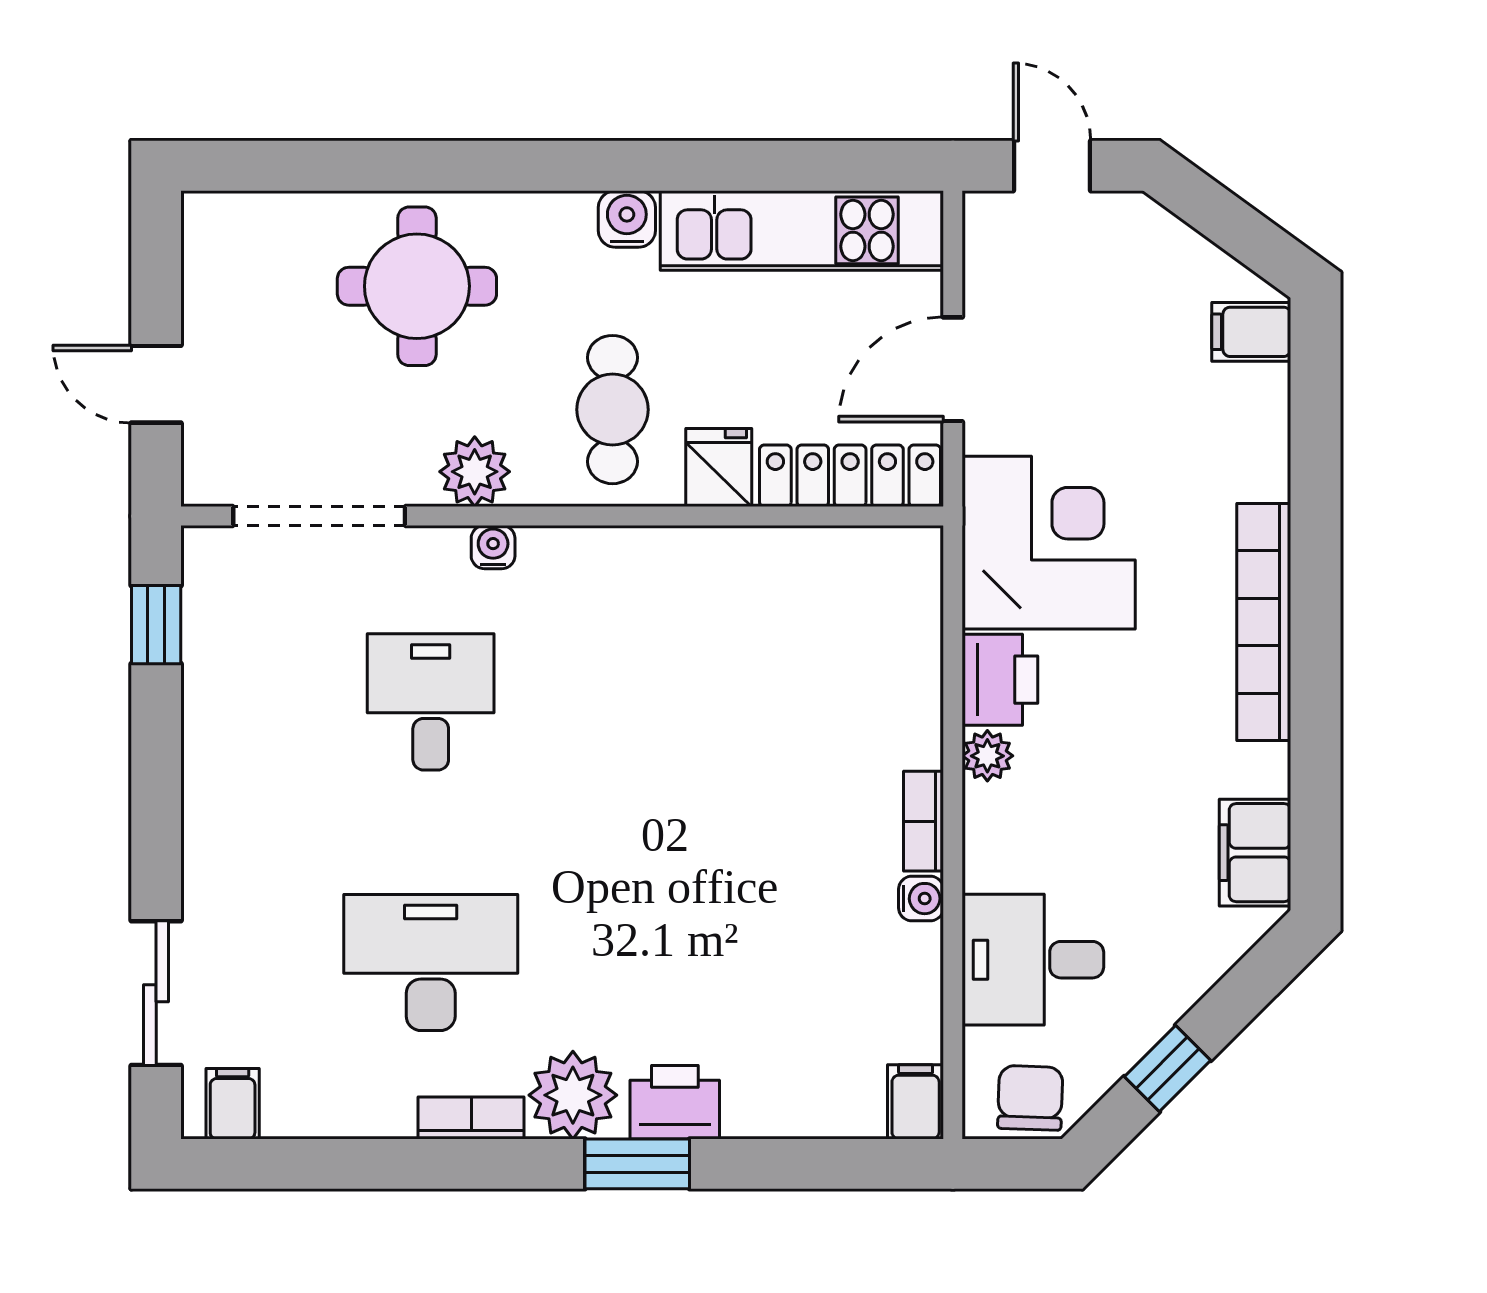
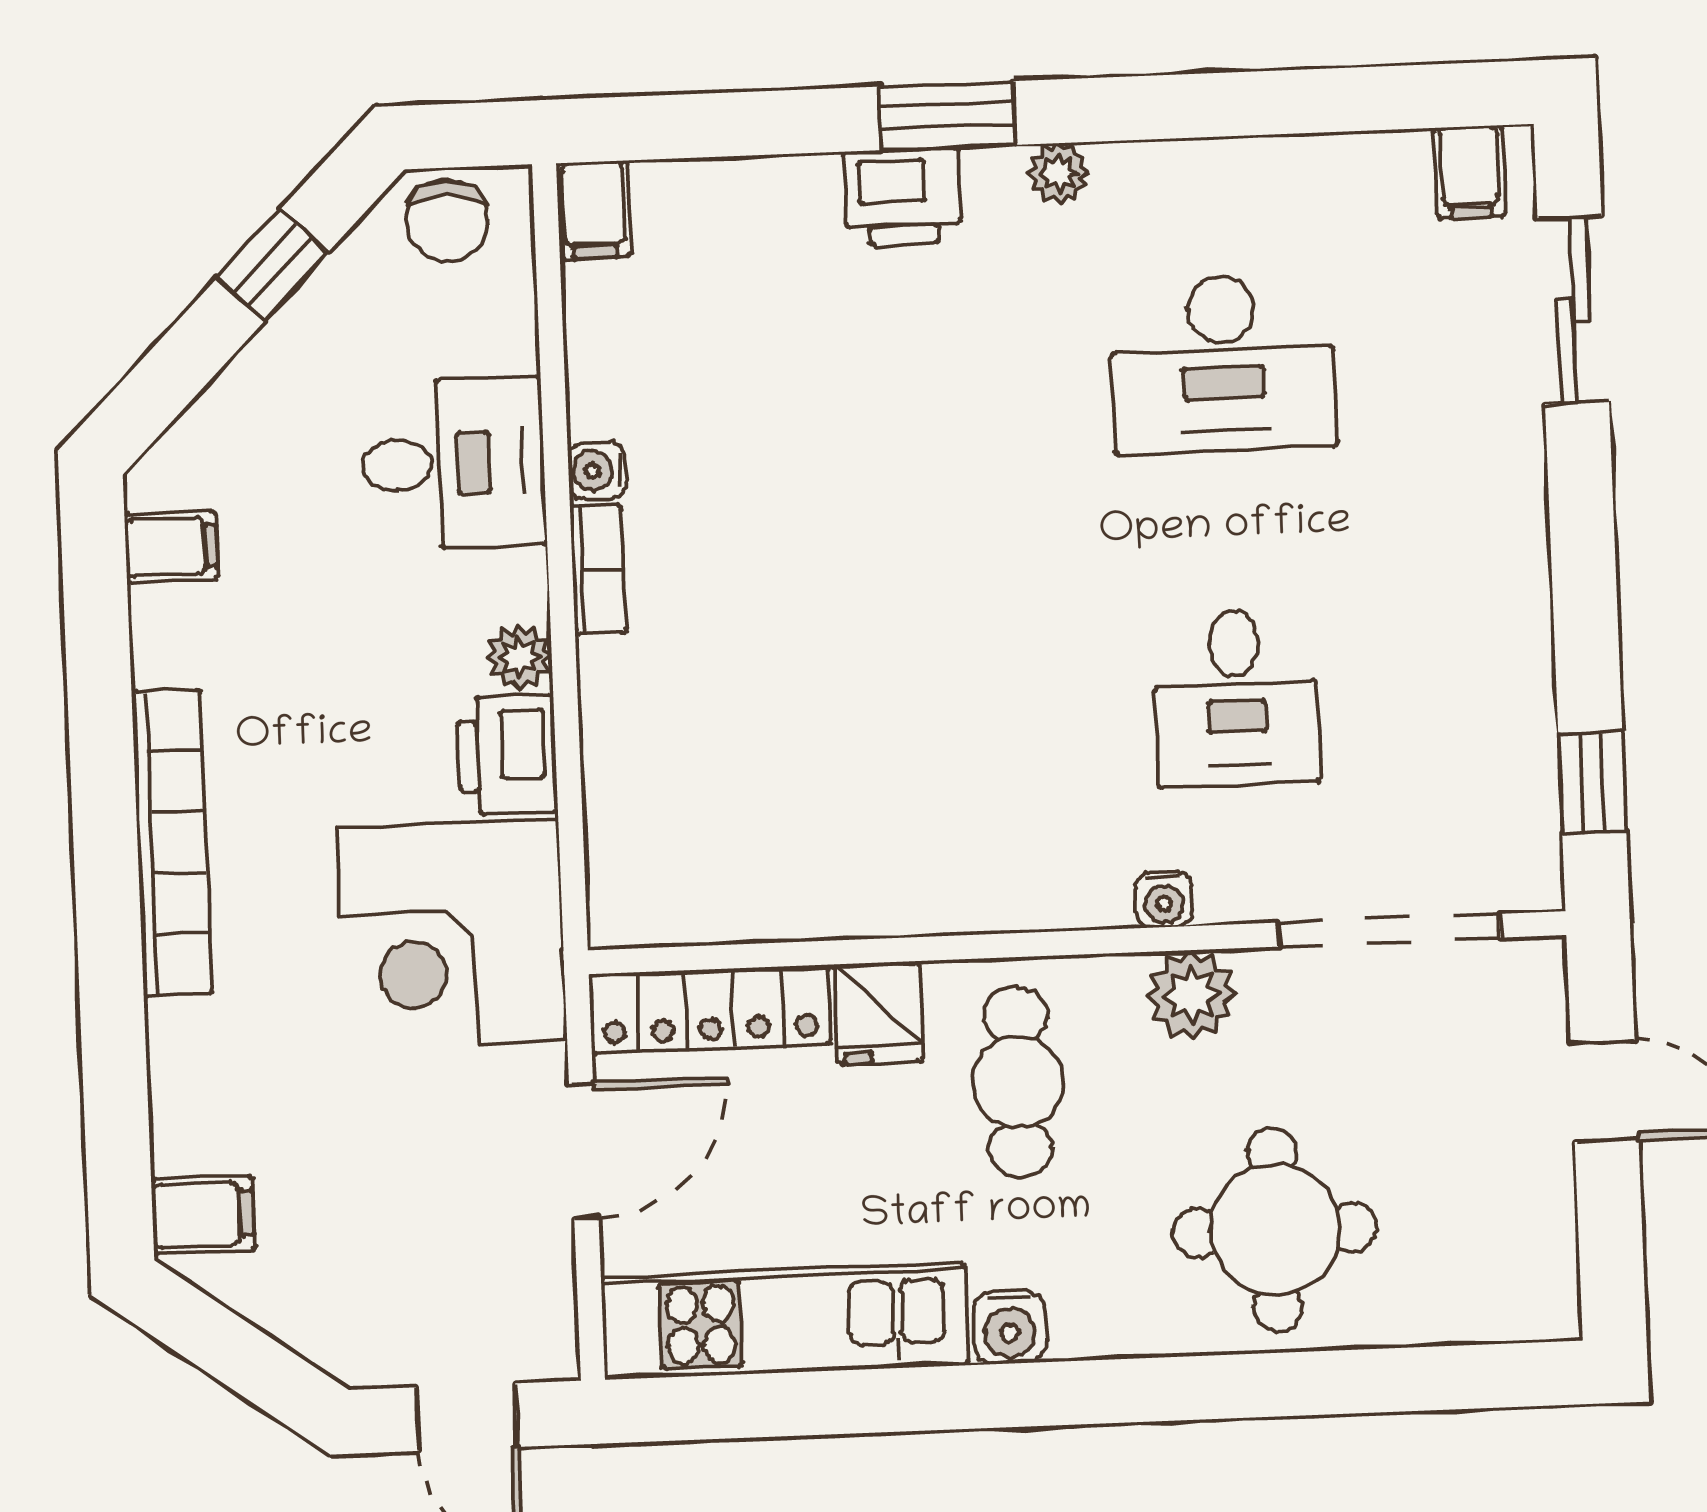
filing cabinet: (1255, 853) -> (171, 547), width x0.50
desk: (1033, 960) -> (453, 463), moved
plant: (573, 1095) -> (1059, 173), width x0.53, depth x0.53
bookcase: (471, 1118) -> (1163, 166), removed

